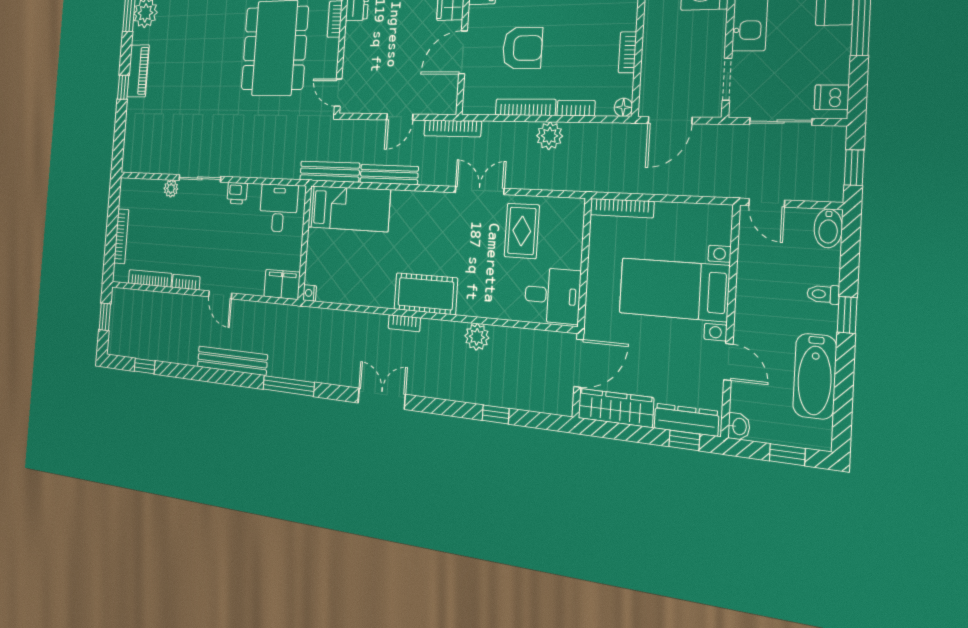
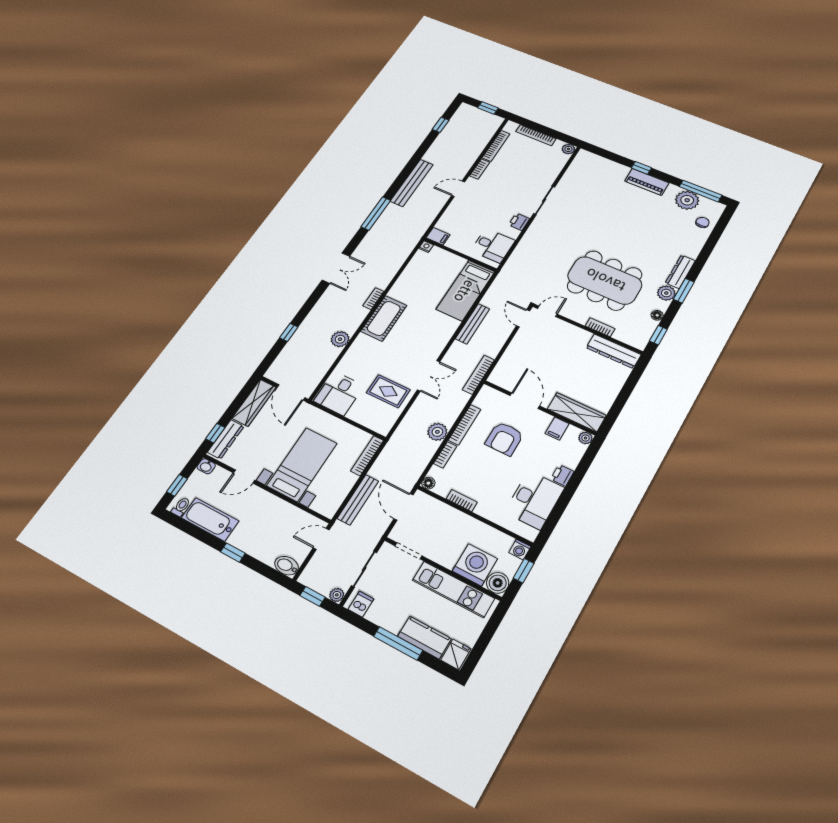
door: (400, 117) -> (523, 318), moved
plant: (835, 136) -> (337, 595), added
bench: (330, 172) -> (358, 500), moved
plant: (171, 189) -> (568, 149), moved
filing cabinet: (282, 284) -> (438, 236), width x0.50
toilet: (823, 294) -> (181, 507), moved

